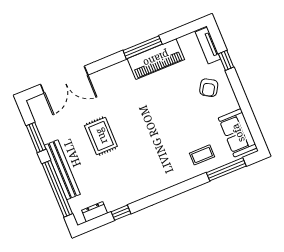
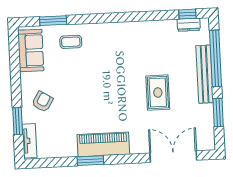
window: (143, 47) -> (90, 161), width x0.69
piano: (156, 59) -> (103, 144), moved
window: (226, 60) -> (18, 121), width x1.50
window: (226, 169) -> (53, 21), width x0.69
window: (121, 213) -> (187, 14), moved

